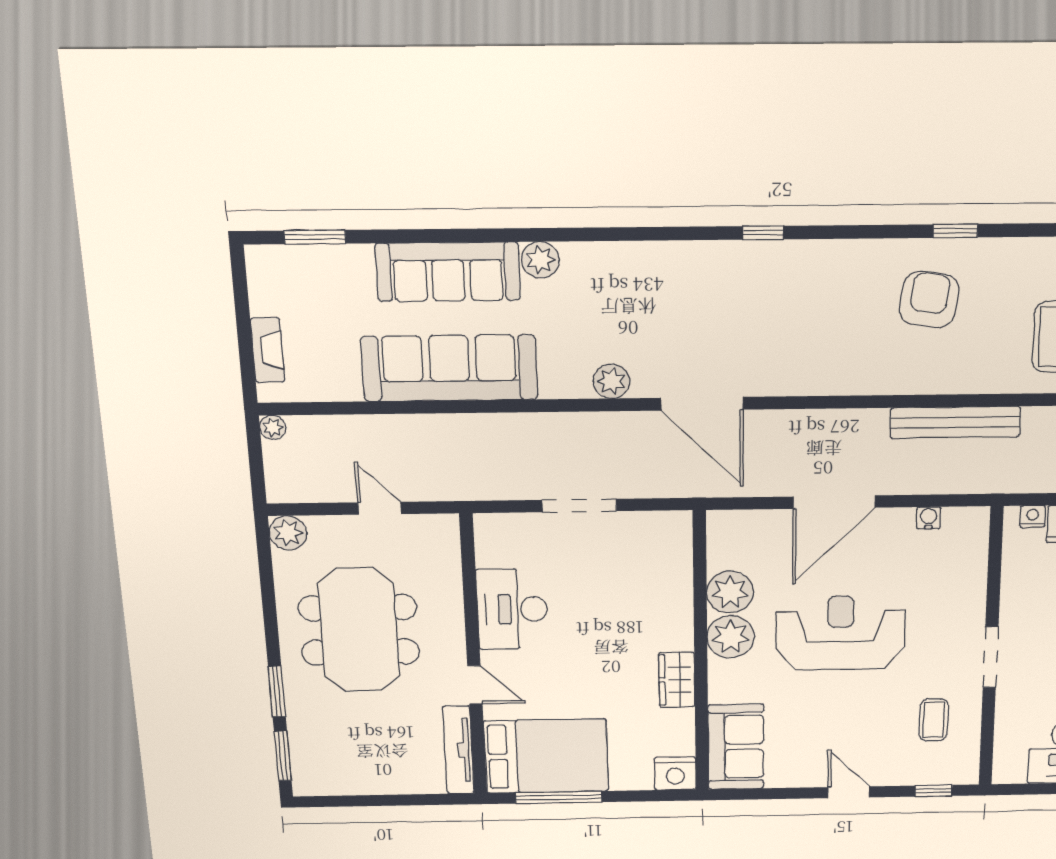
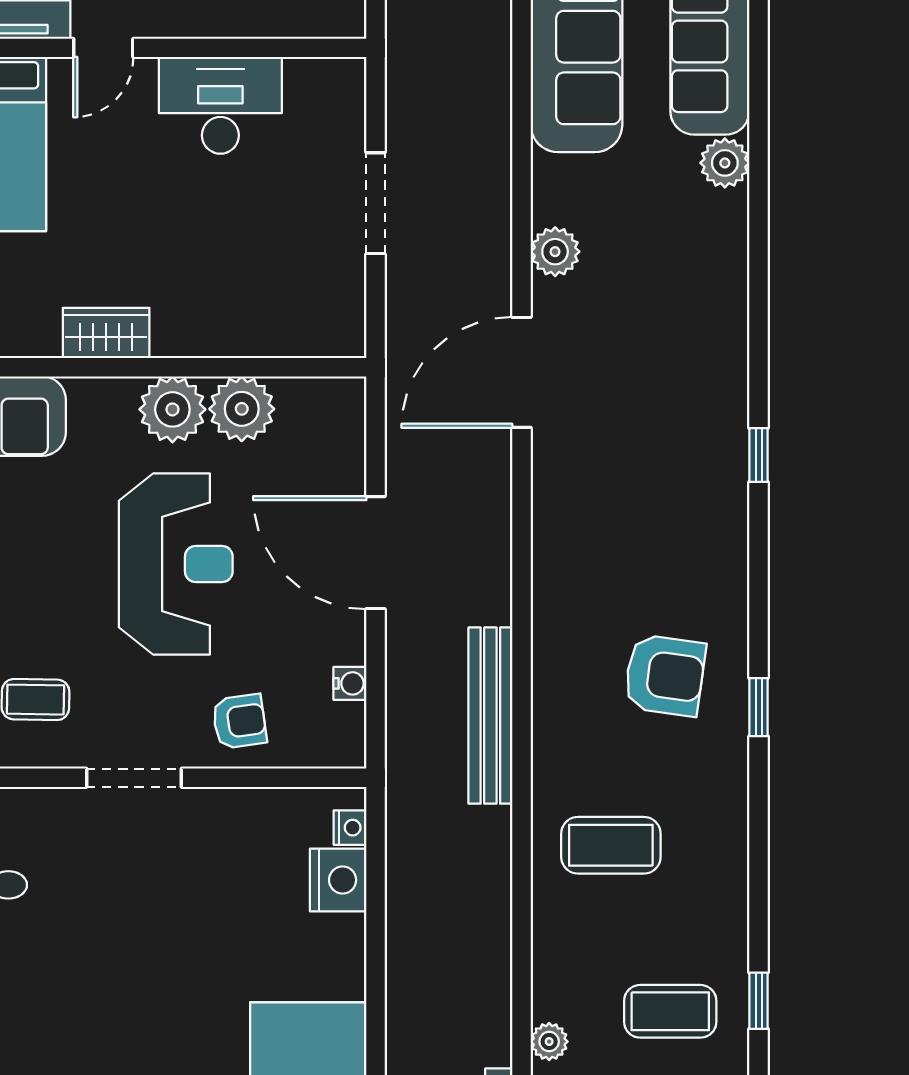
armchair: (953, 590) -> (239, 721), added

